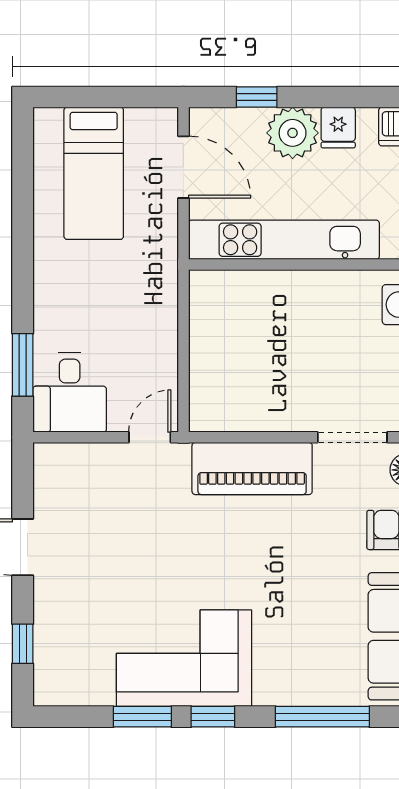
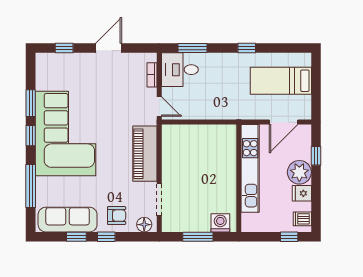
window: (23, 247) -> (247, 48), added
bookcase: (81, 453) -> (152, 75), added
corner sofa: (184, 658) -> (65, 134), width x1.36, depth x1.36

